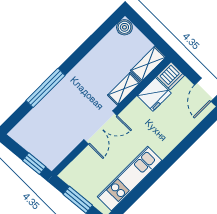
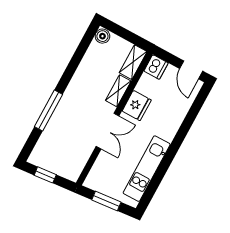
fridge: (154, 94) -> (137, 106), moved
window: (34, 164) -> (45, 175), moved

